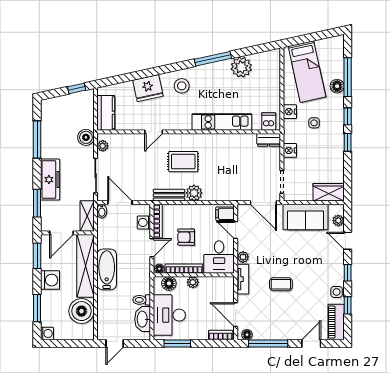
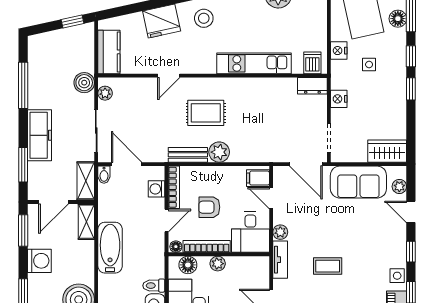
shelving: (86, 266) -> (86, 222), width x0.45, depth x0.75

